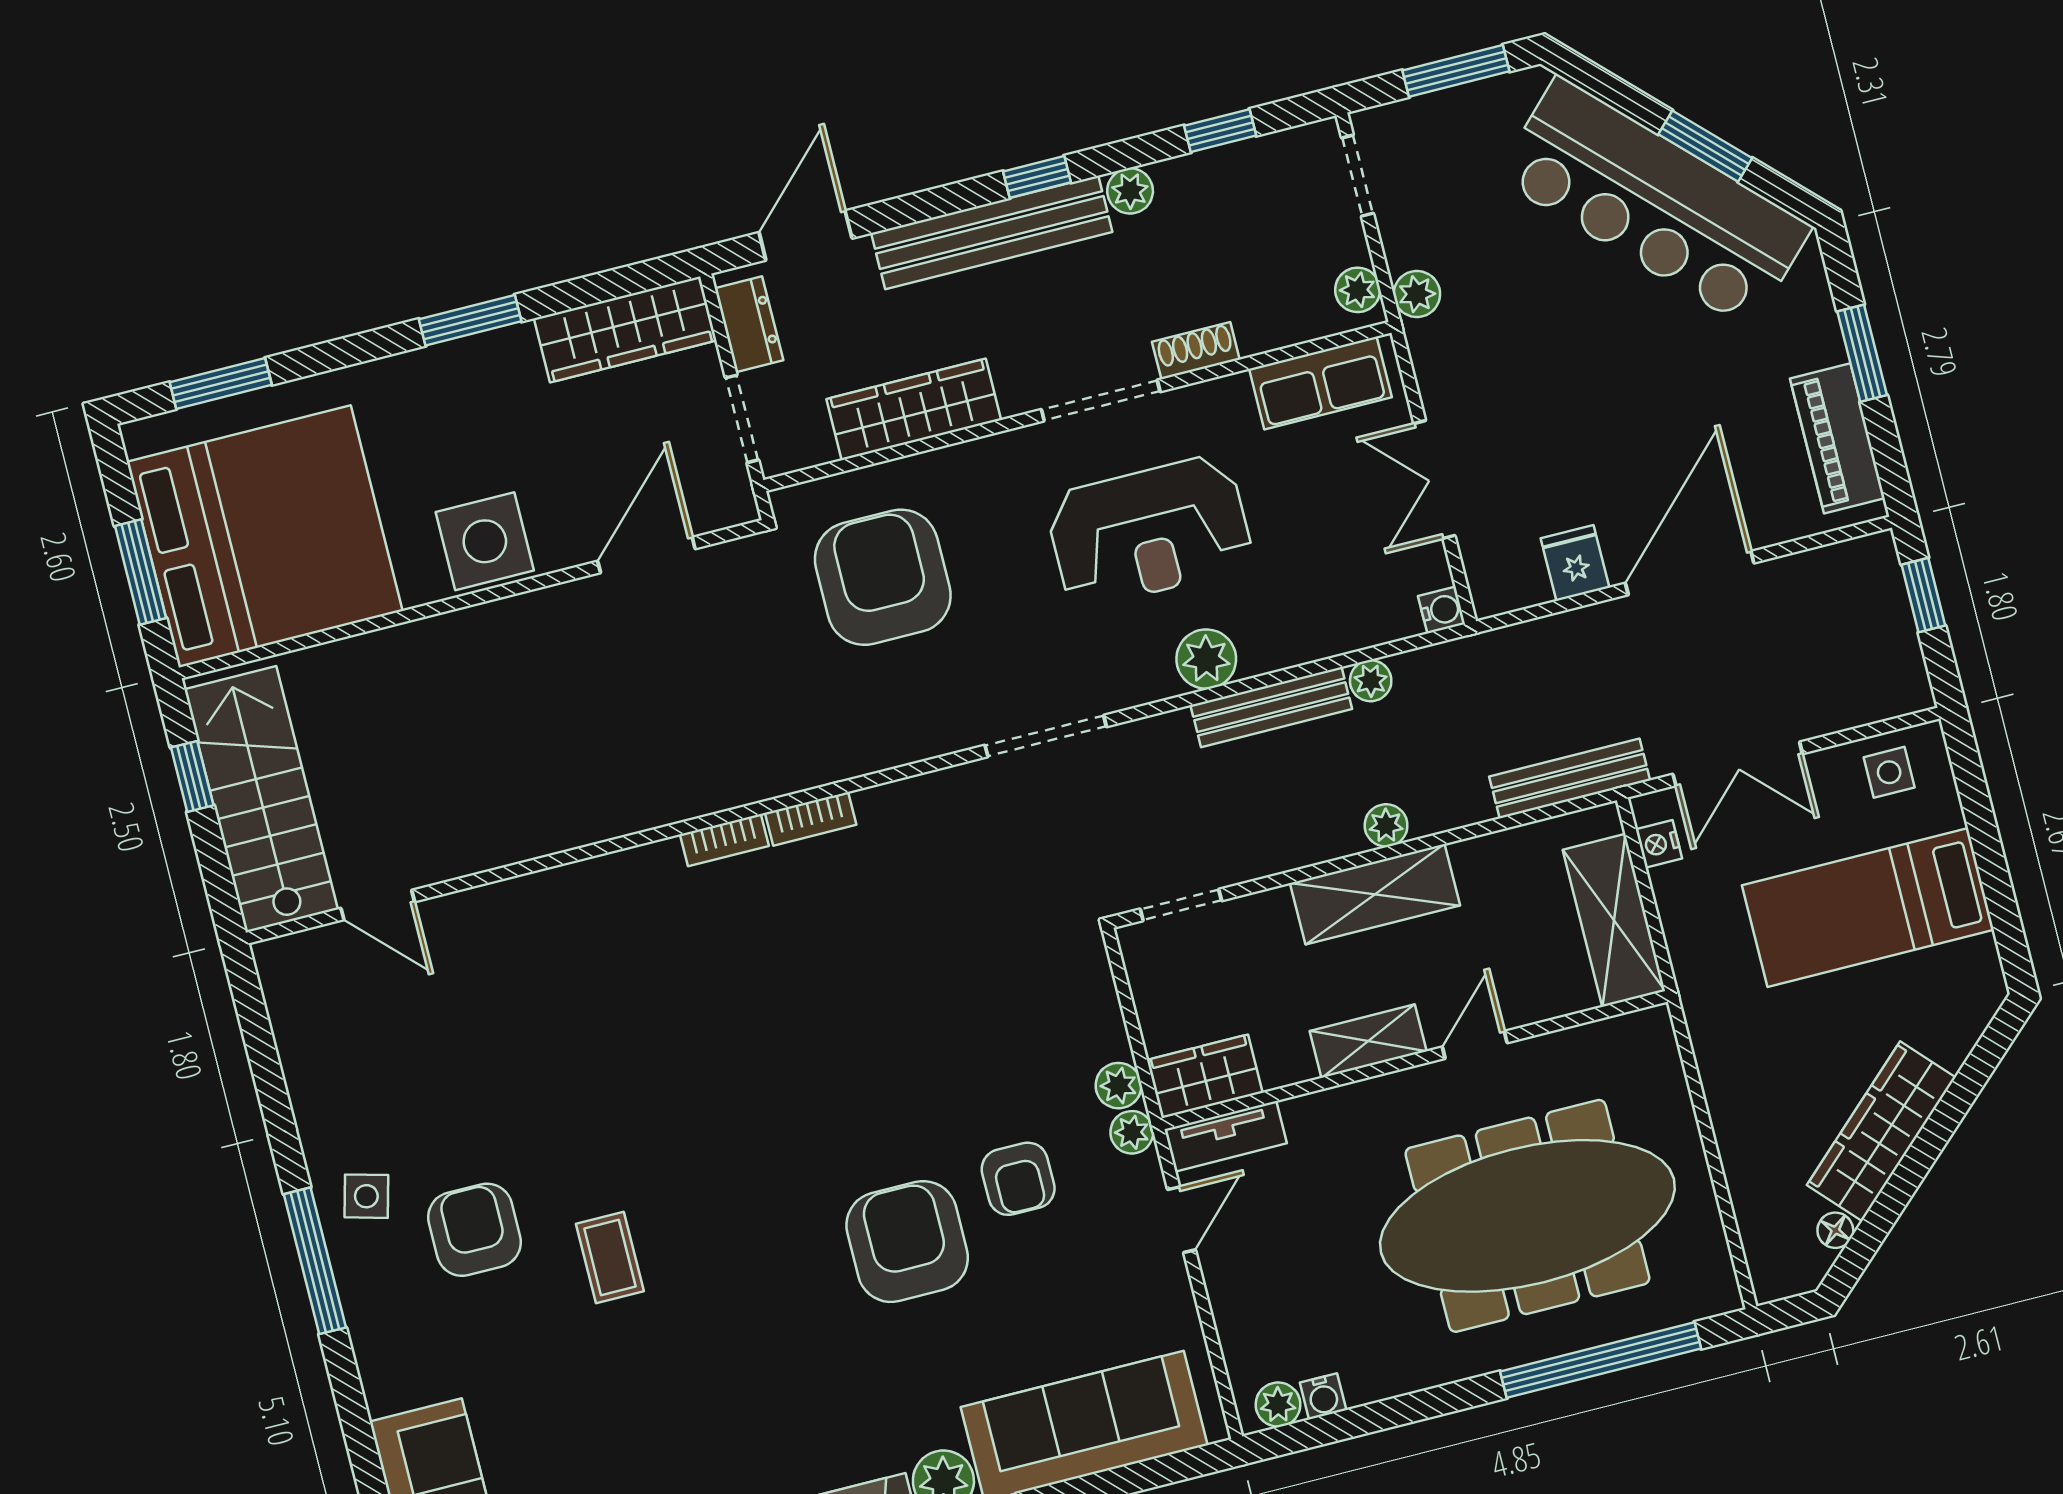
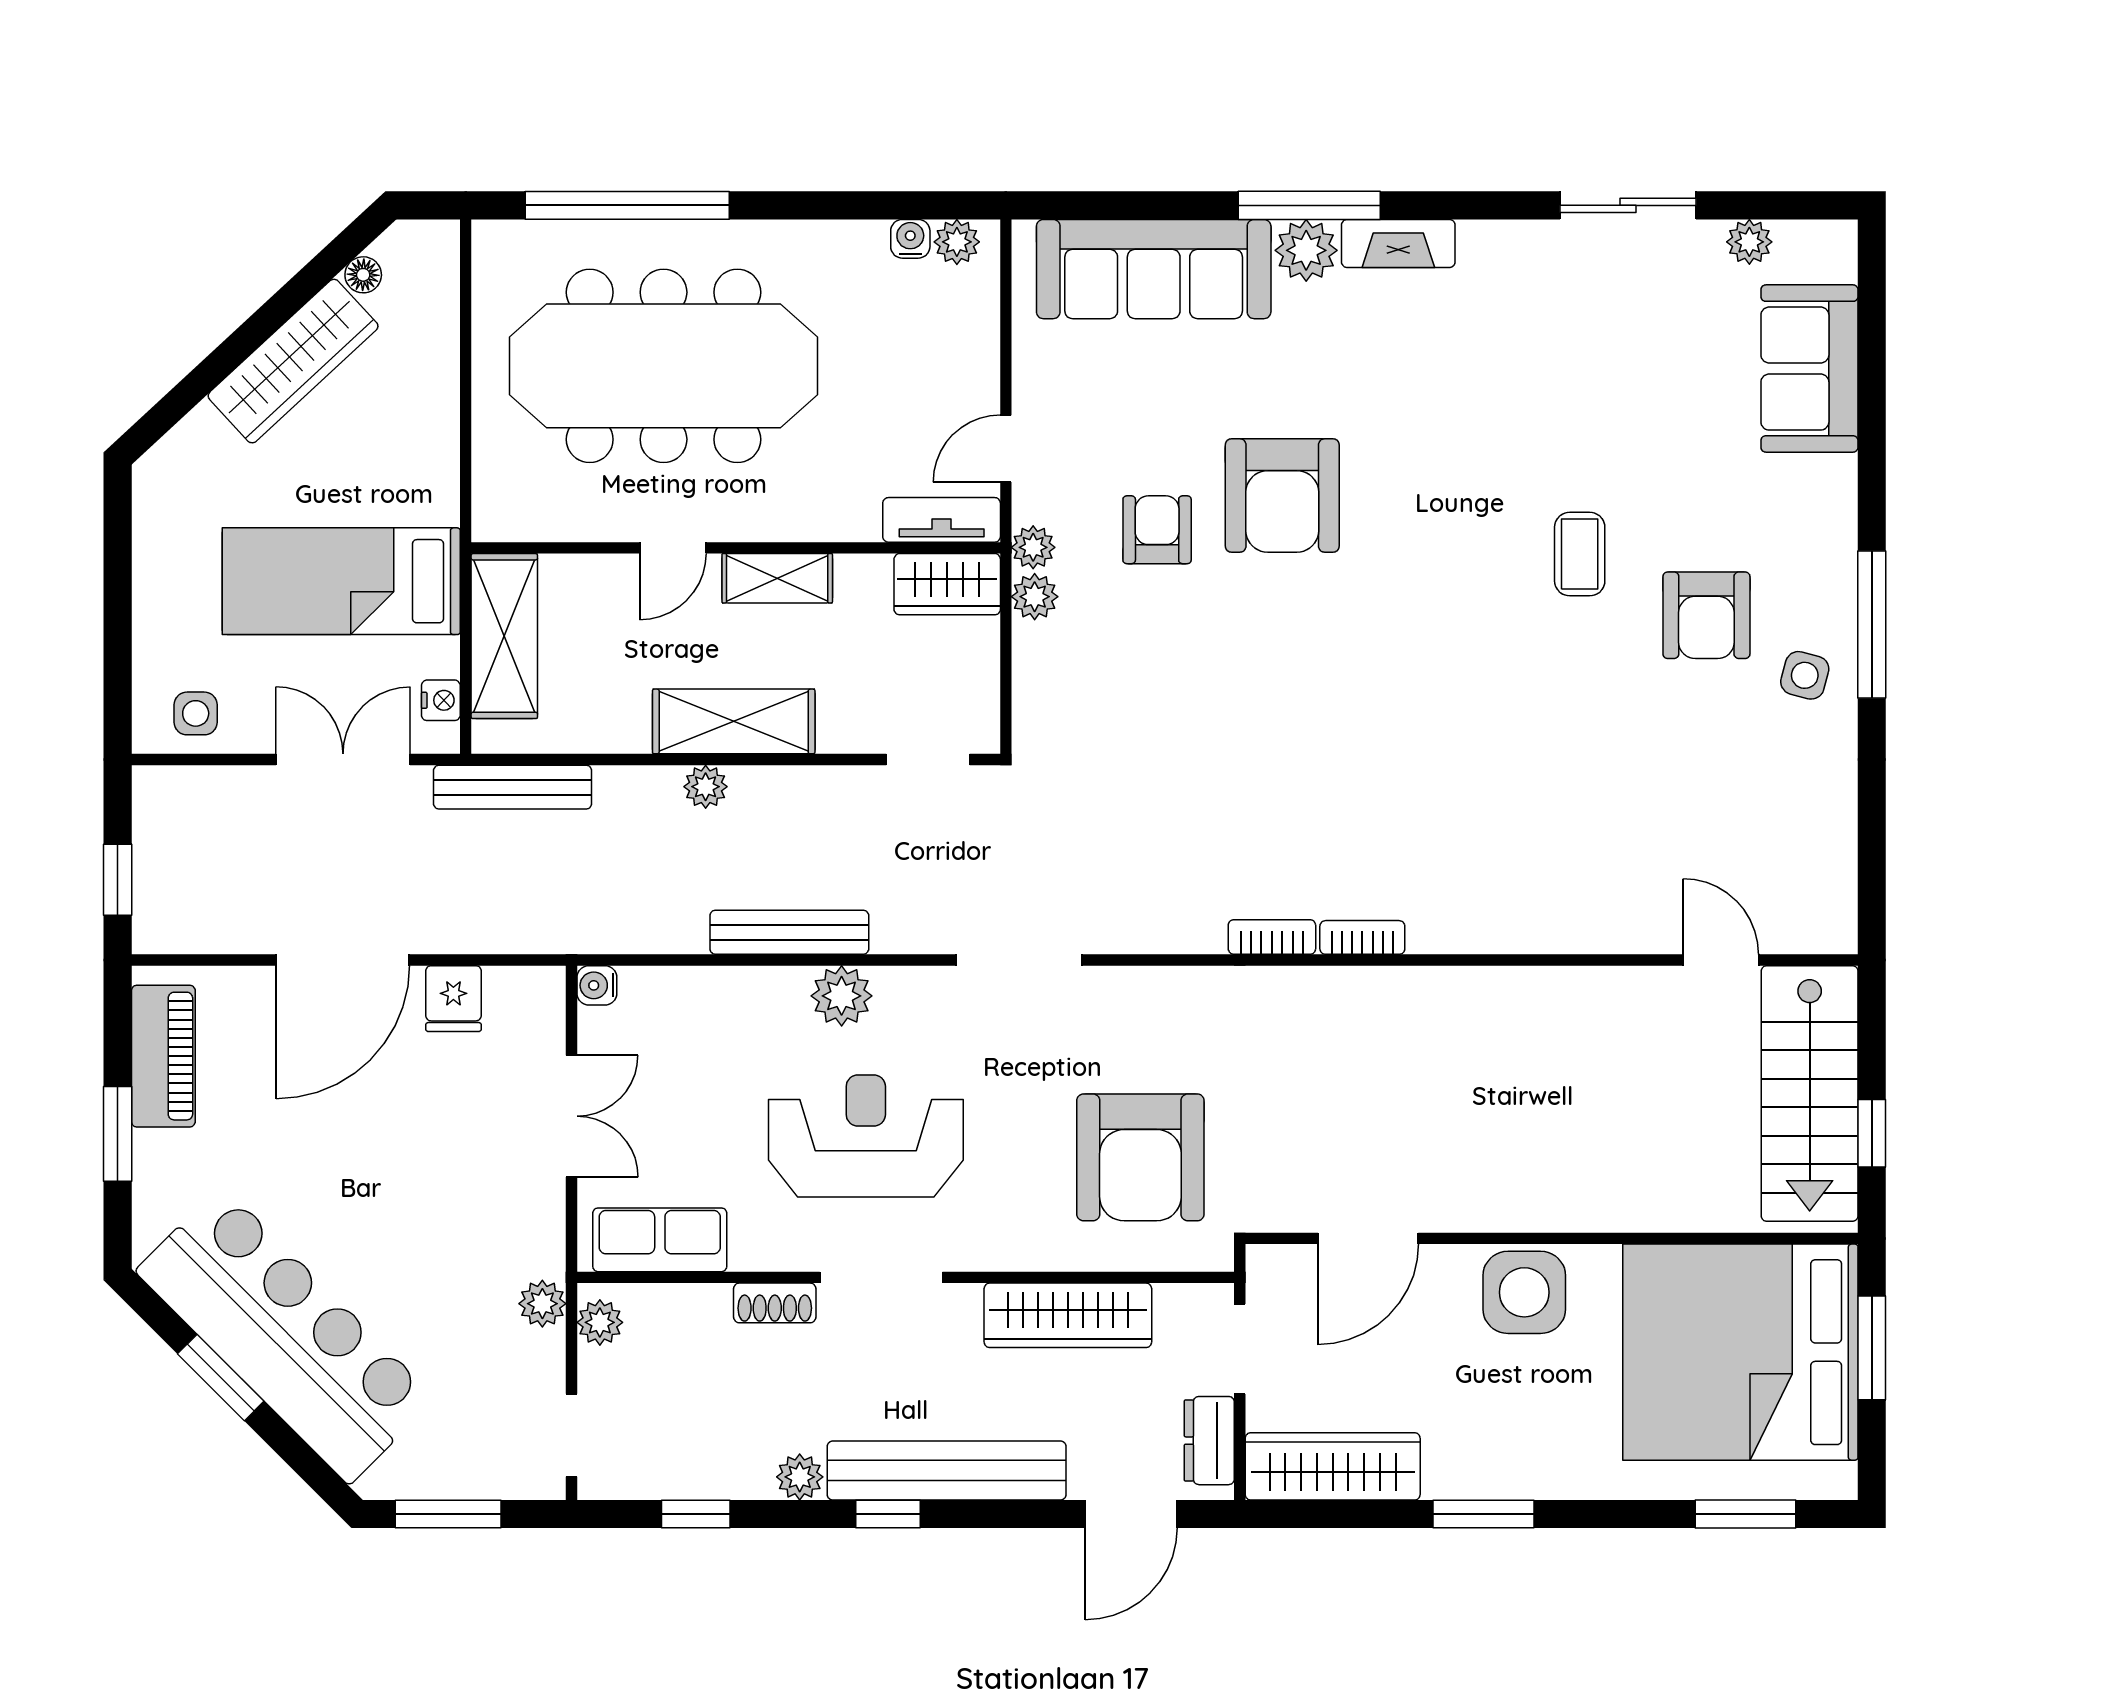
plant: (1371, 681) -> (685, 933), removed
bed: (1868, 908) -> (341, 581), moved, turned 180

